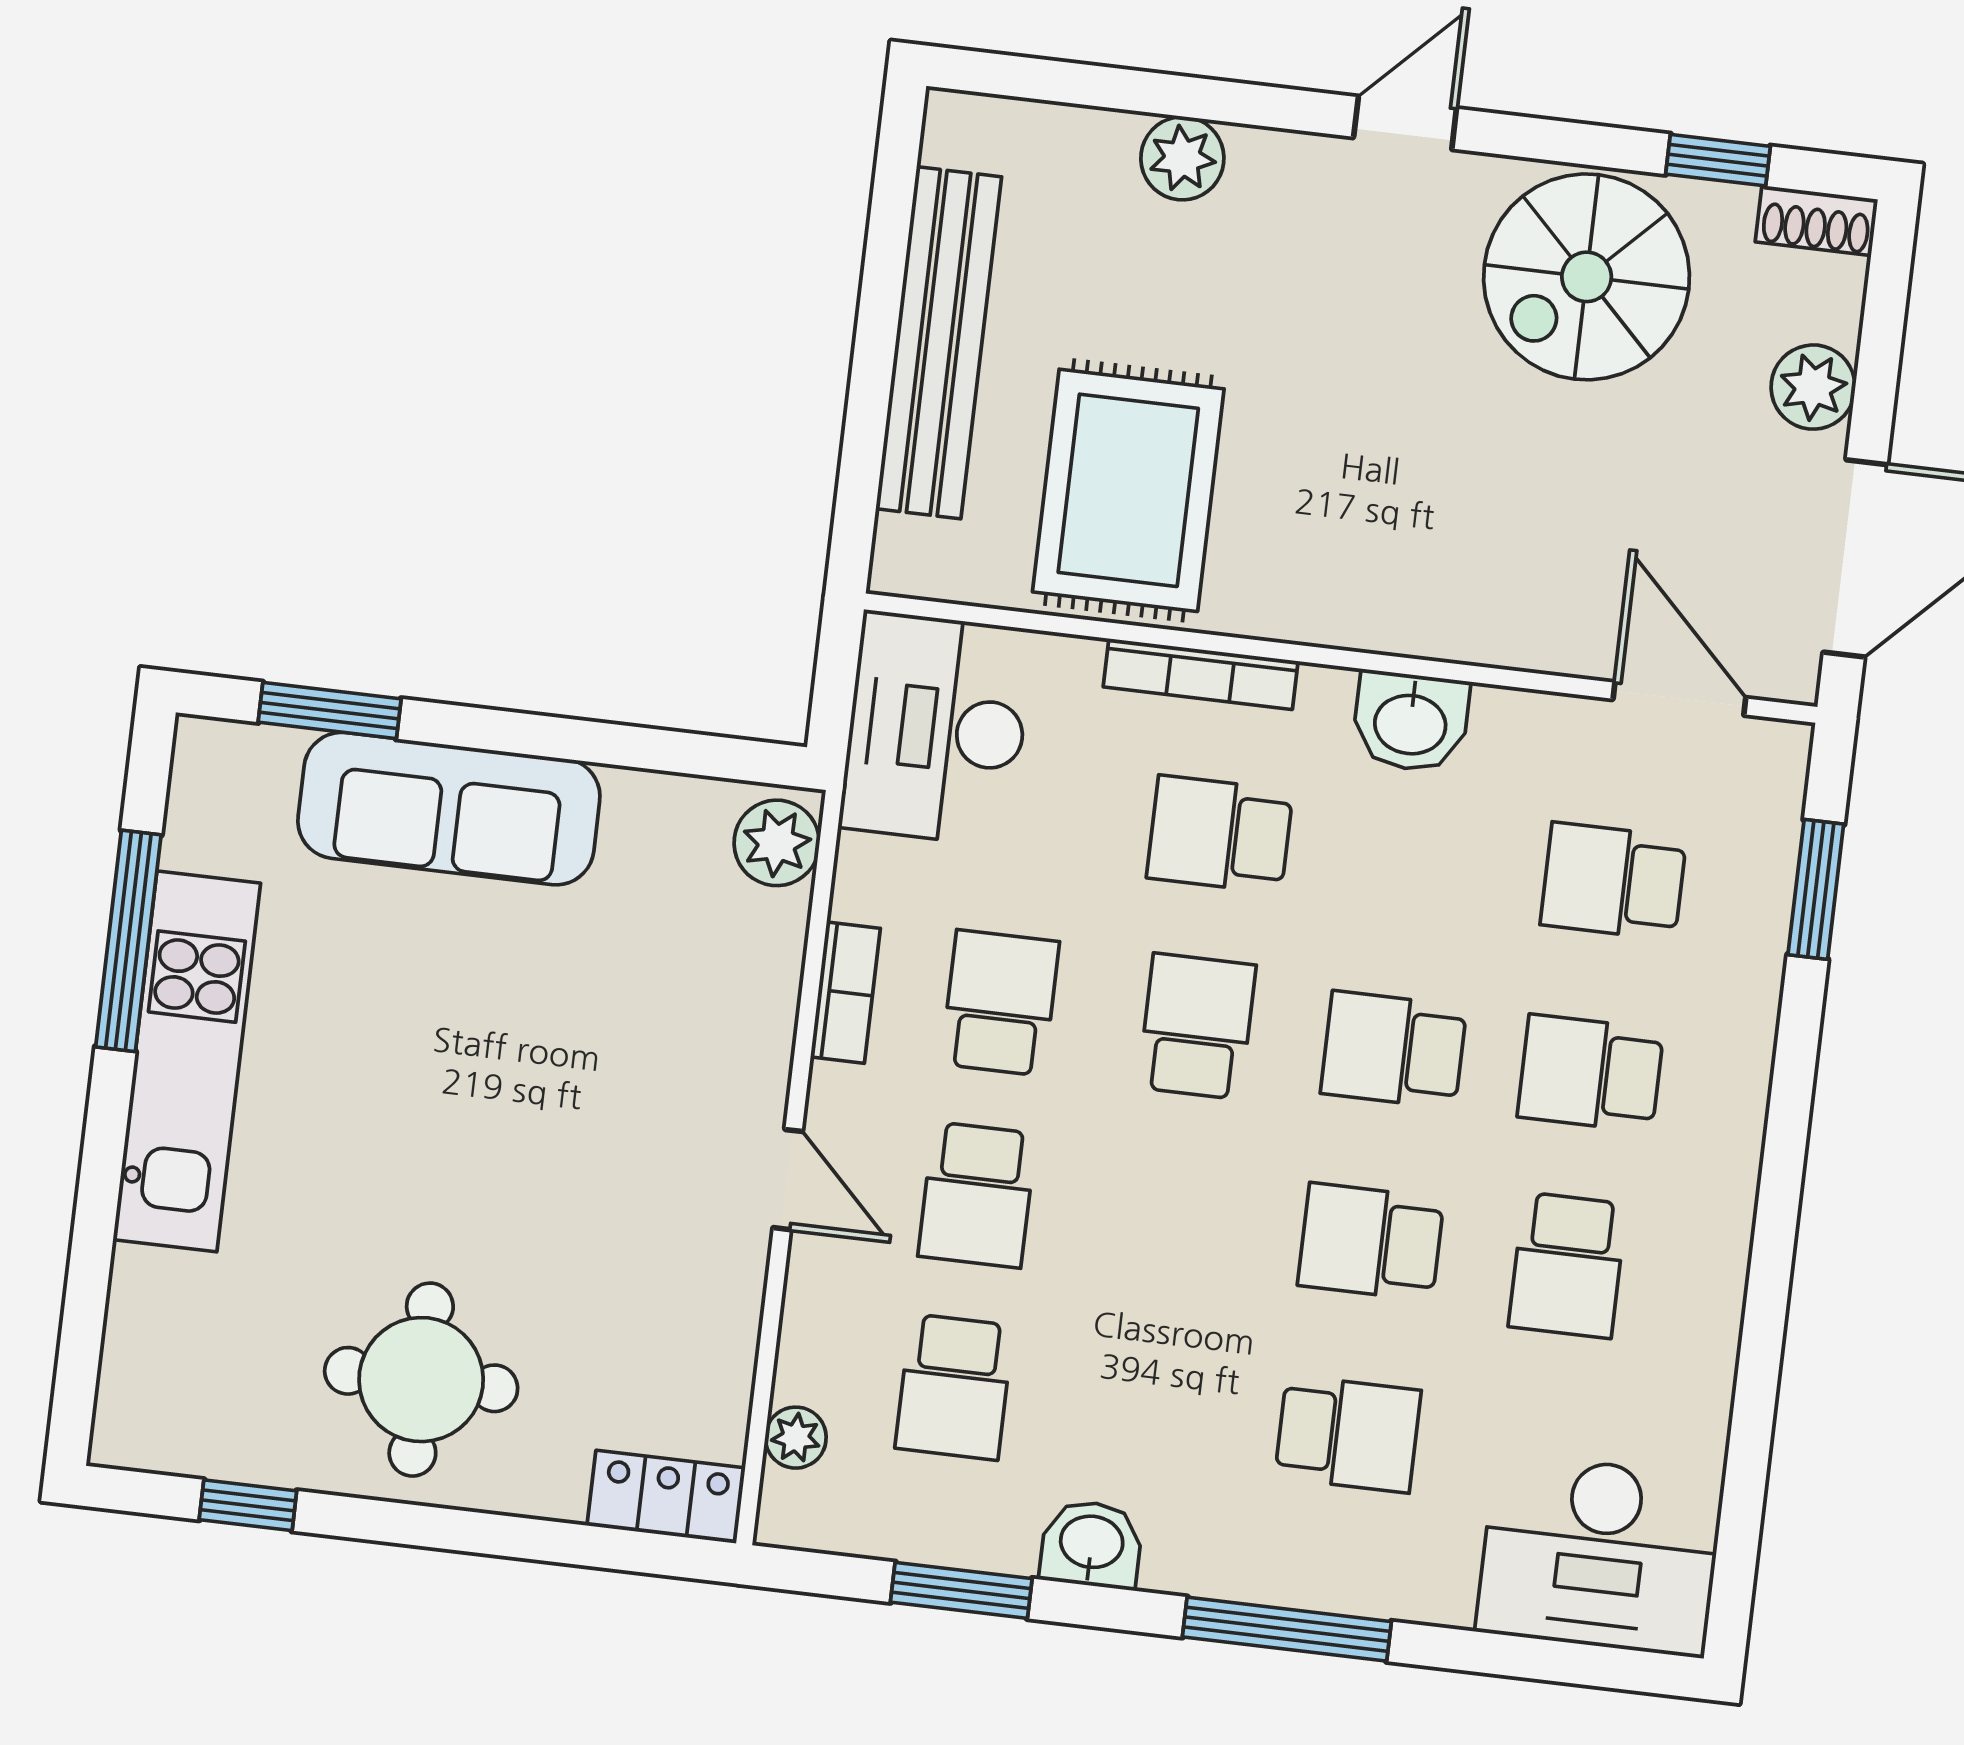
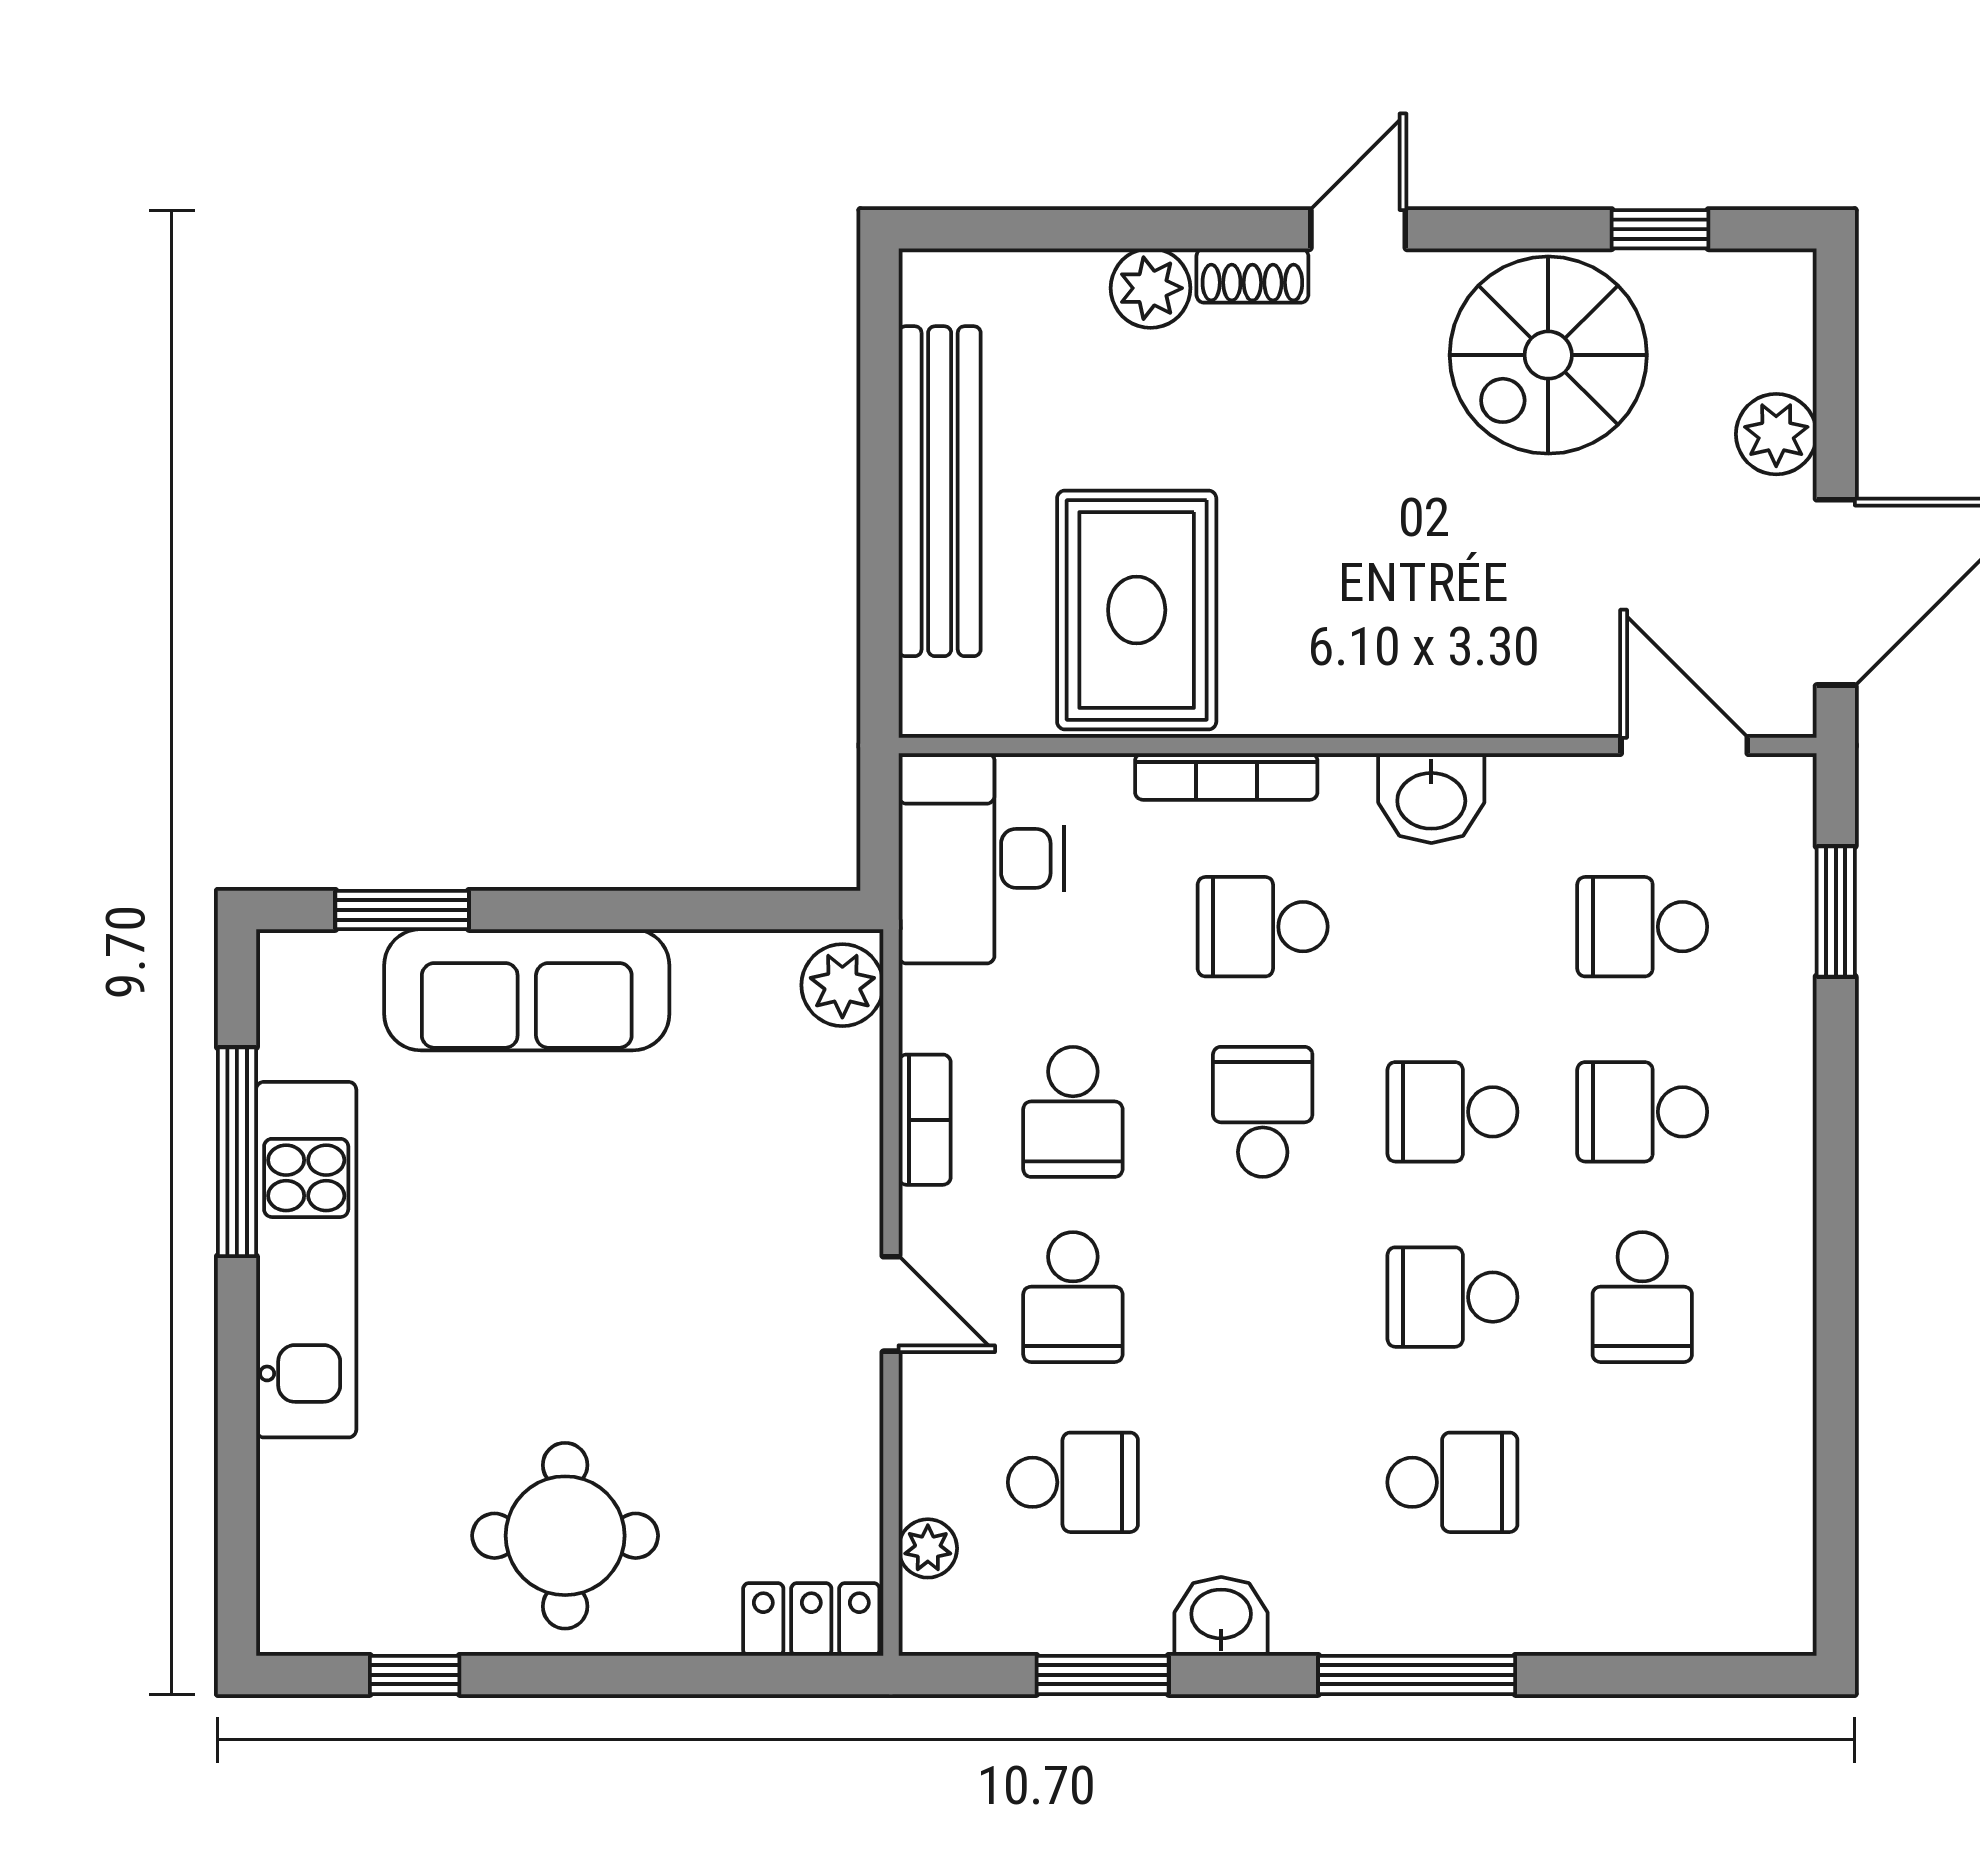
shoe rack: (1817, 221) -> (1252, 275), moved
school desk: (1000, 1003) -> (1073, 1112), turned 180
school desk: (954, 1387) -> (1073, 1482), turned -90
desk: (1600, 1555) -> (1706, 1569), removed

